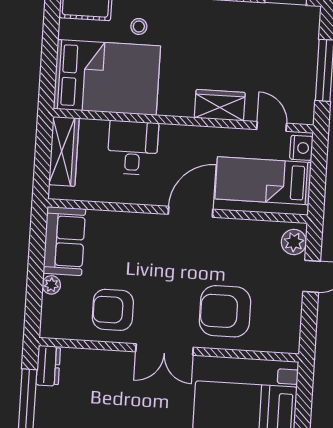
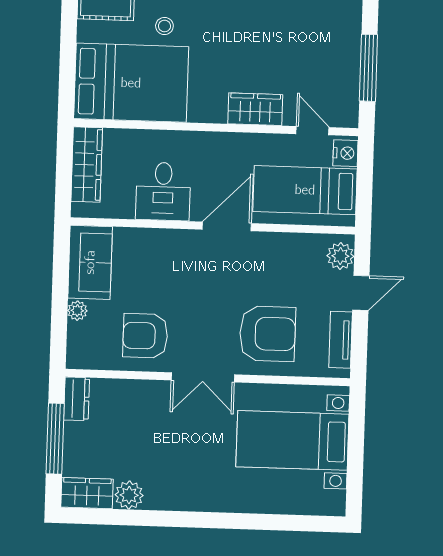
desk: (133, 148) -> (163, 191), moved, turned 180
armchair: (225, 311) -> (268, 334), turned 180
tv unit: (292, 319) -> (341, 340), added

